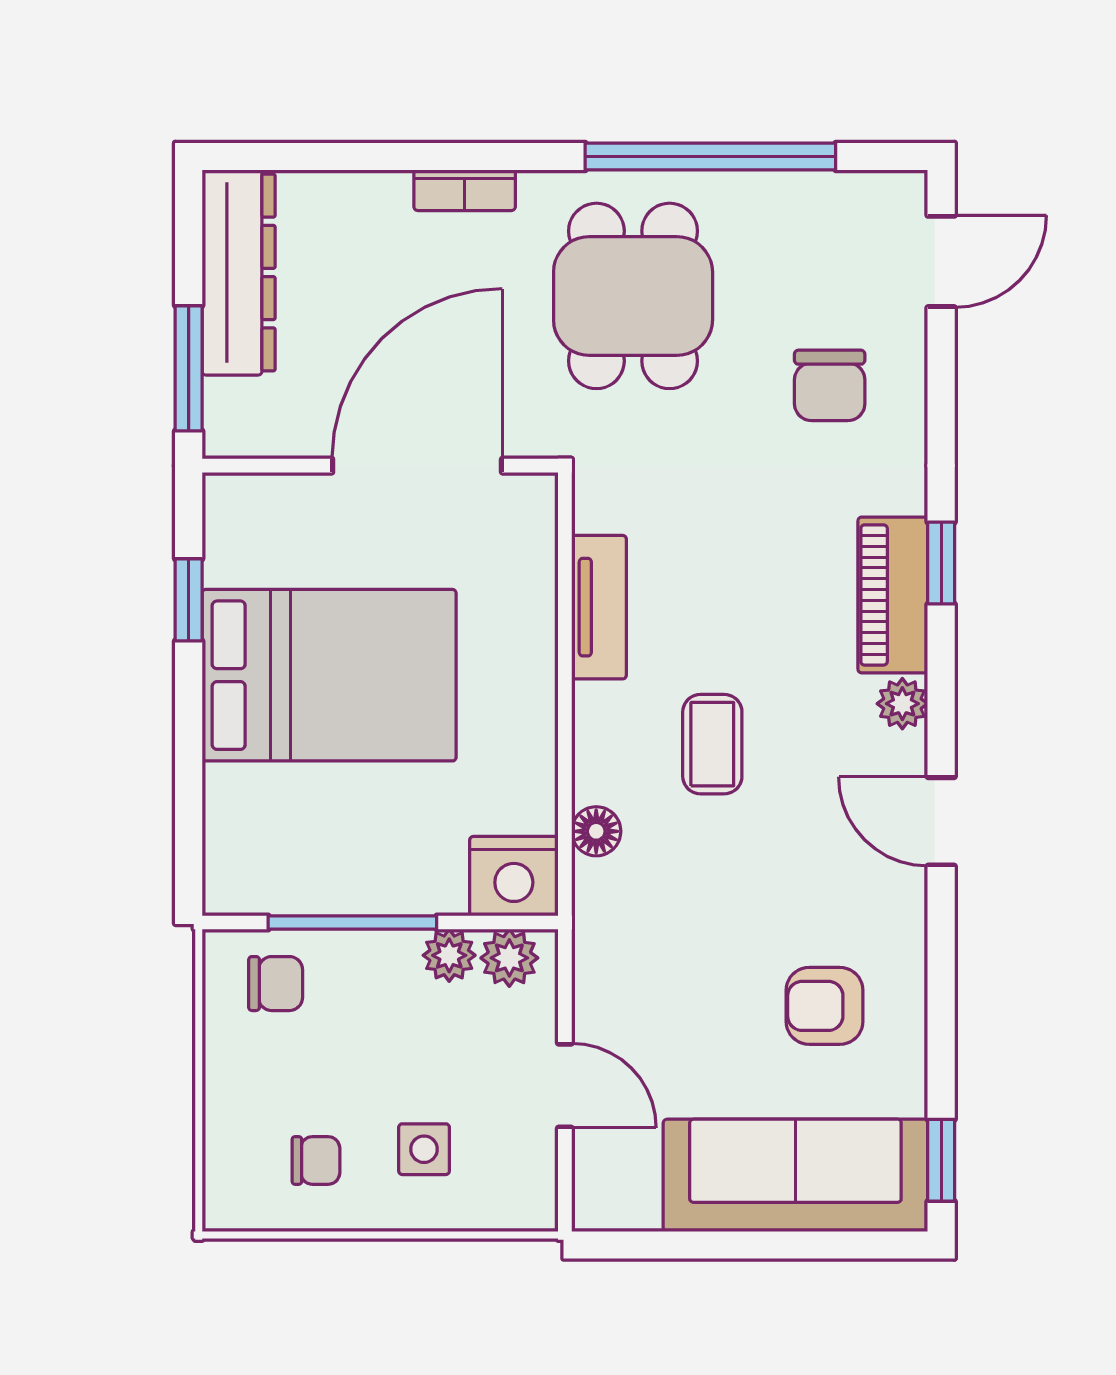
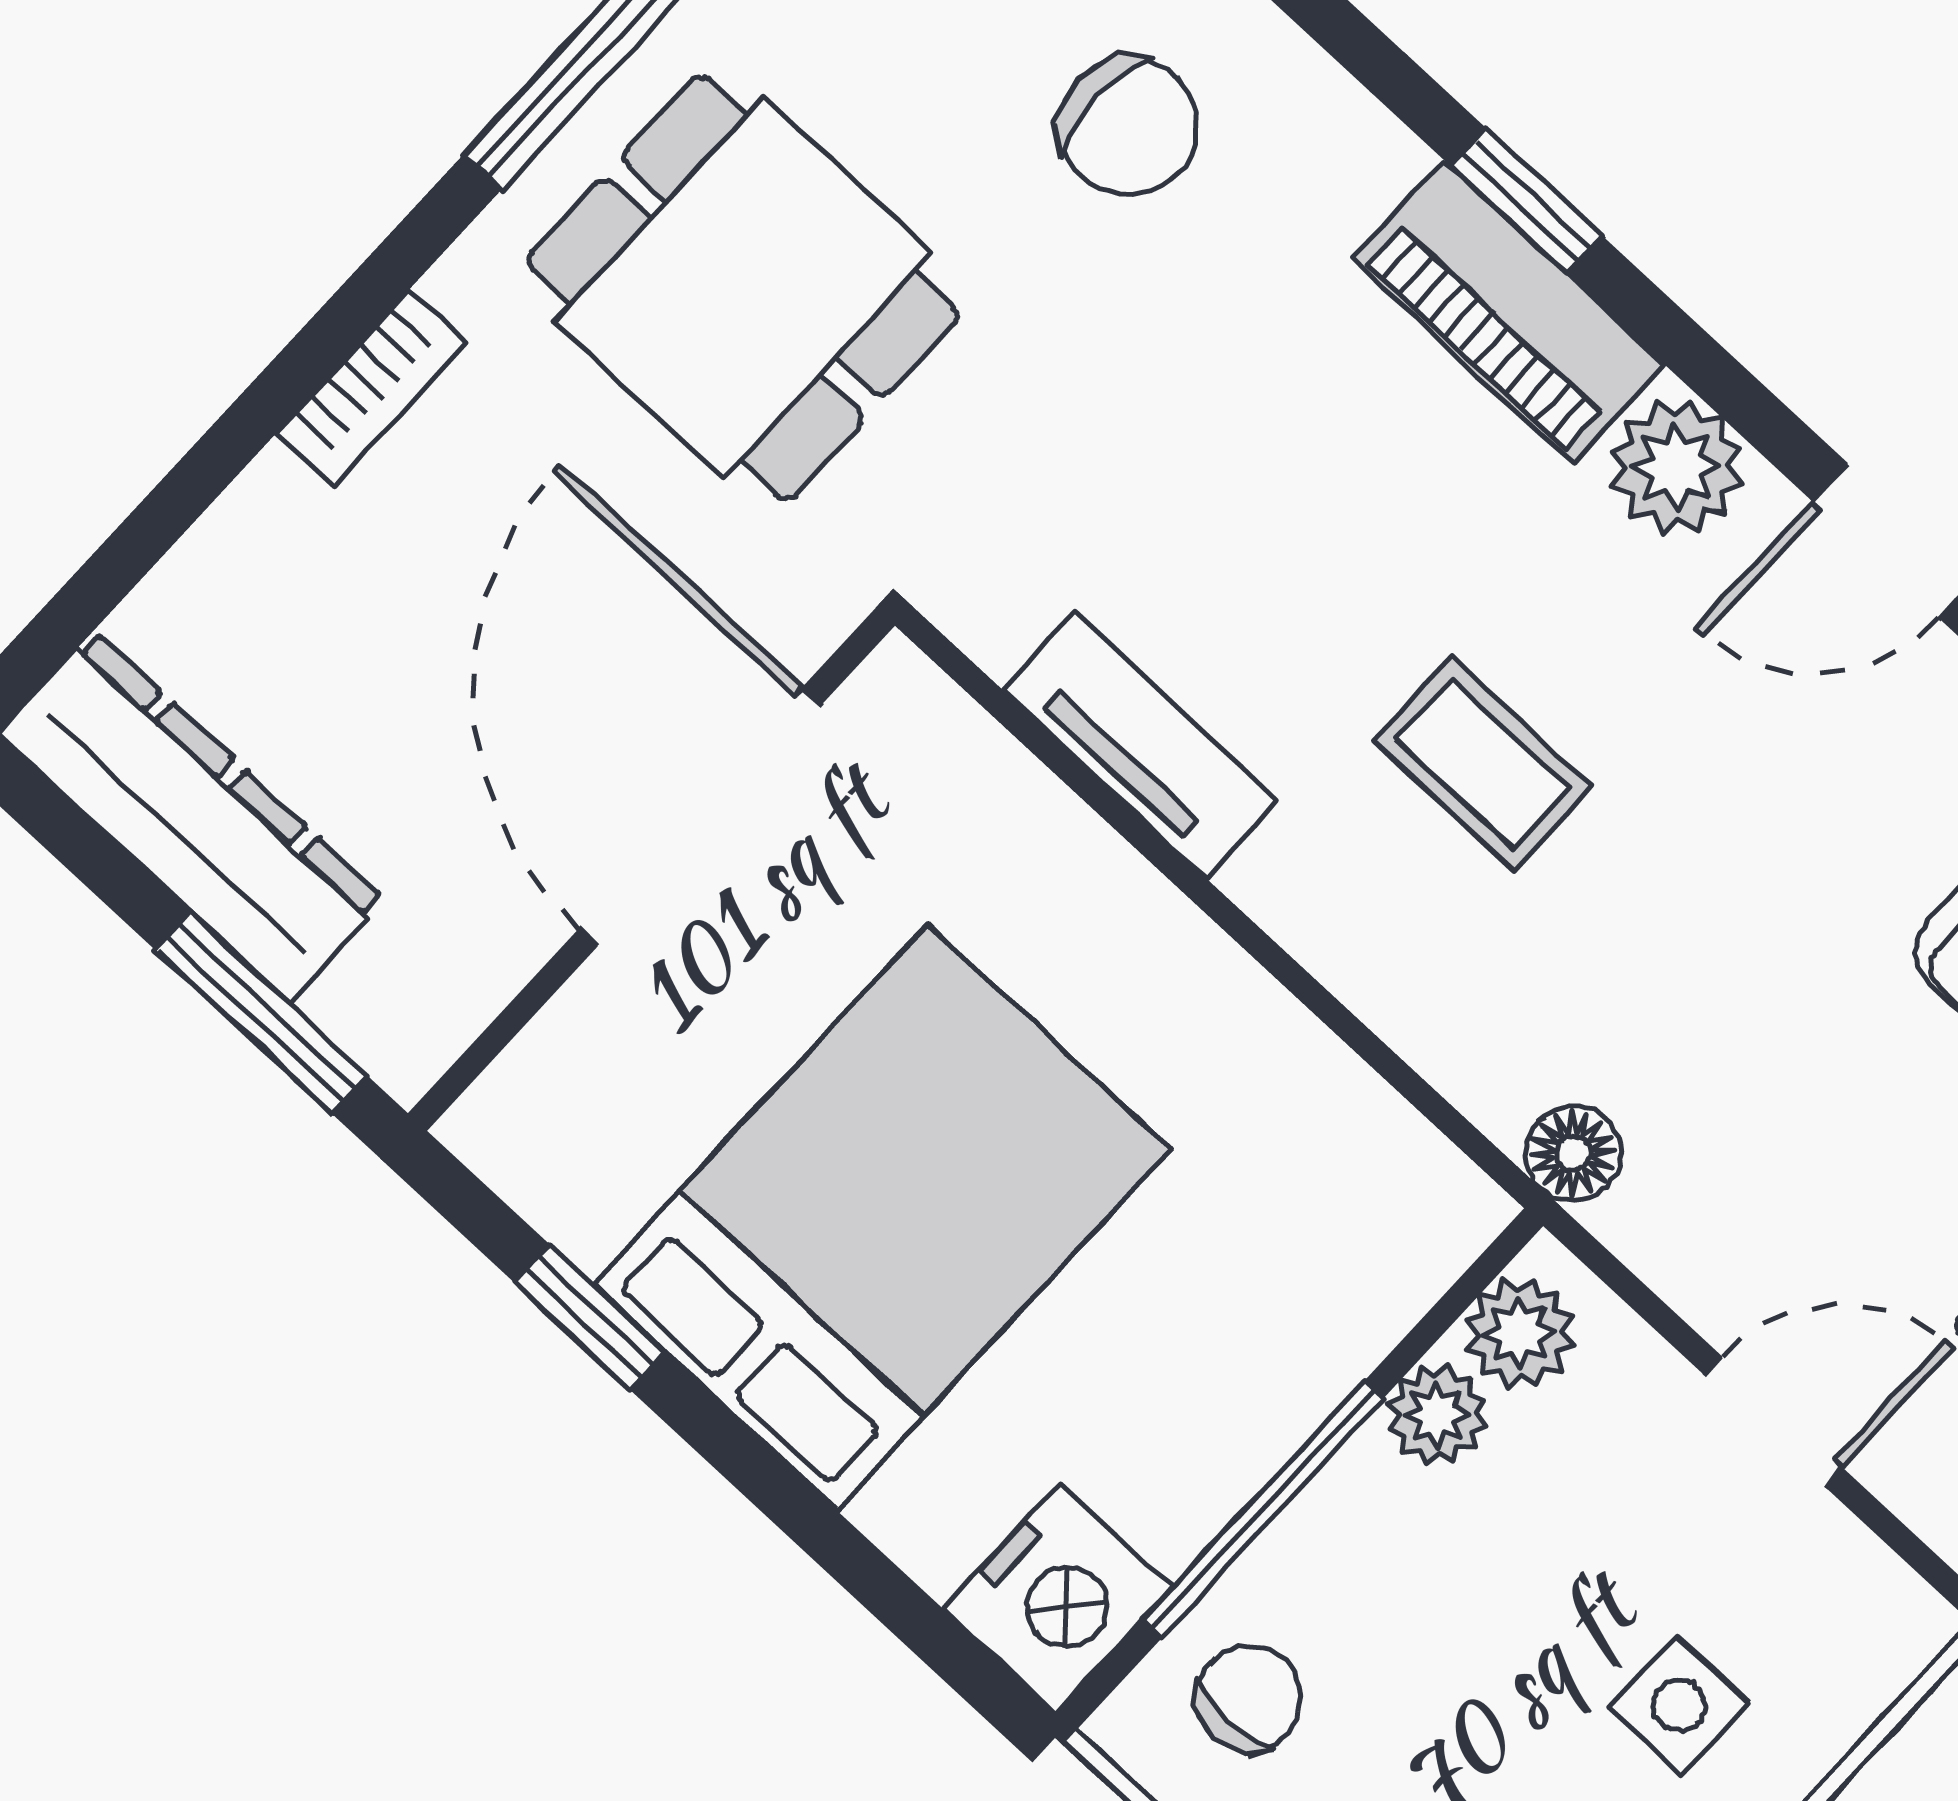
plant: (902, 704) -> (1676, 467), width x1.38, depth x1.38
floor lamp: (596, 831) -> (1573, 1153), moved
nightstand: (514, 876) -> (1058, 1599), moved

